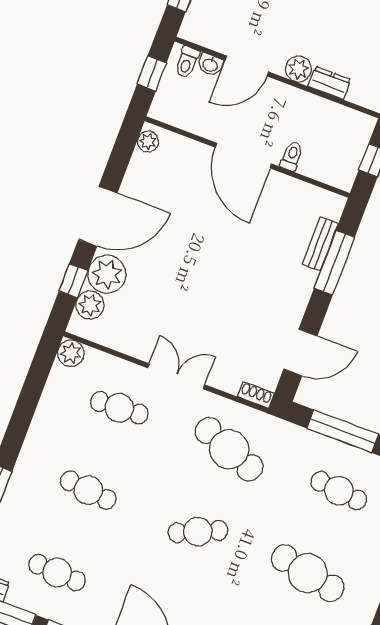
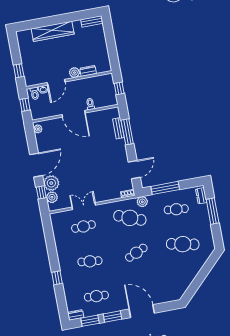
plant: (71, 353) -> (142, 202), moved
double door: (176, 376) -> (84, 206), moved

